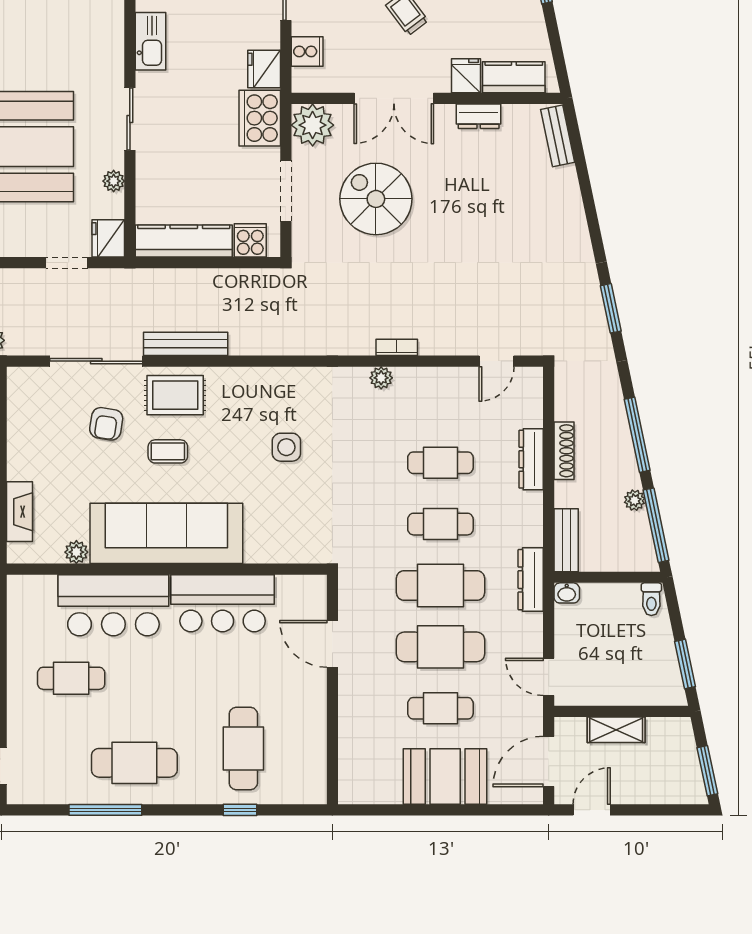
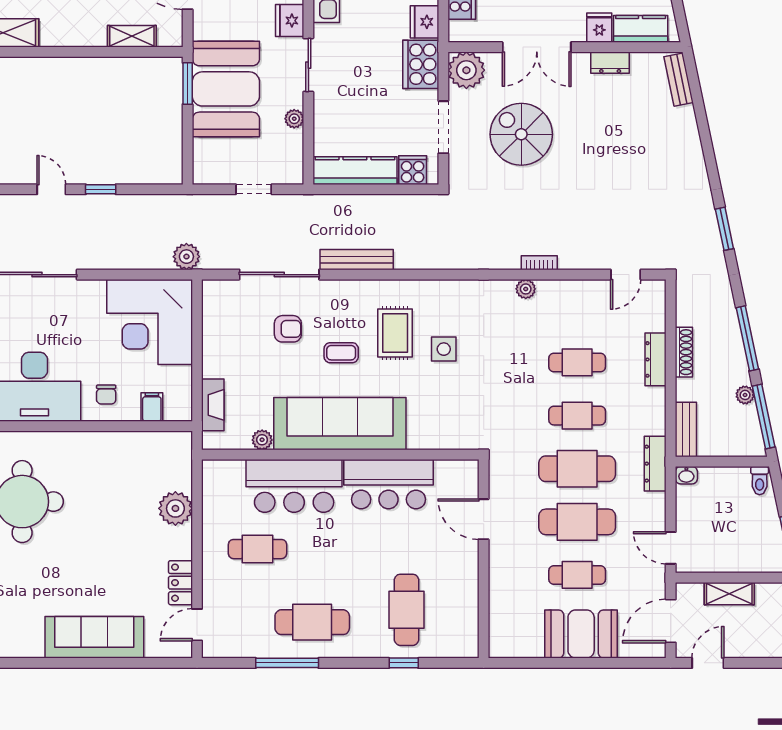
fridge: (108, 238) -> (290, 21), moved
rug: (175, 395) -> (395, 333), moved, turned 90
armchair: (106, 424) -> (288, 329), turned -99

